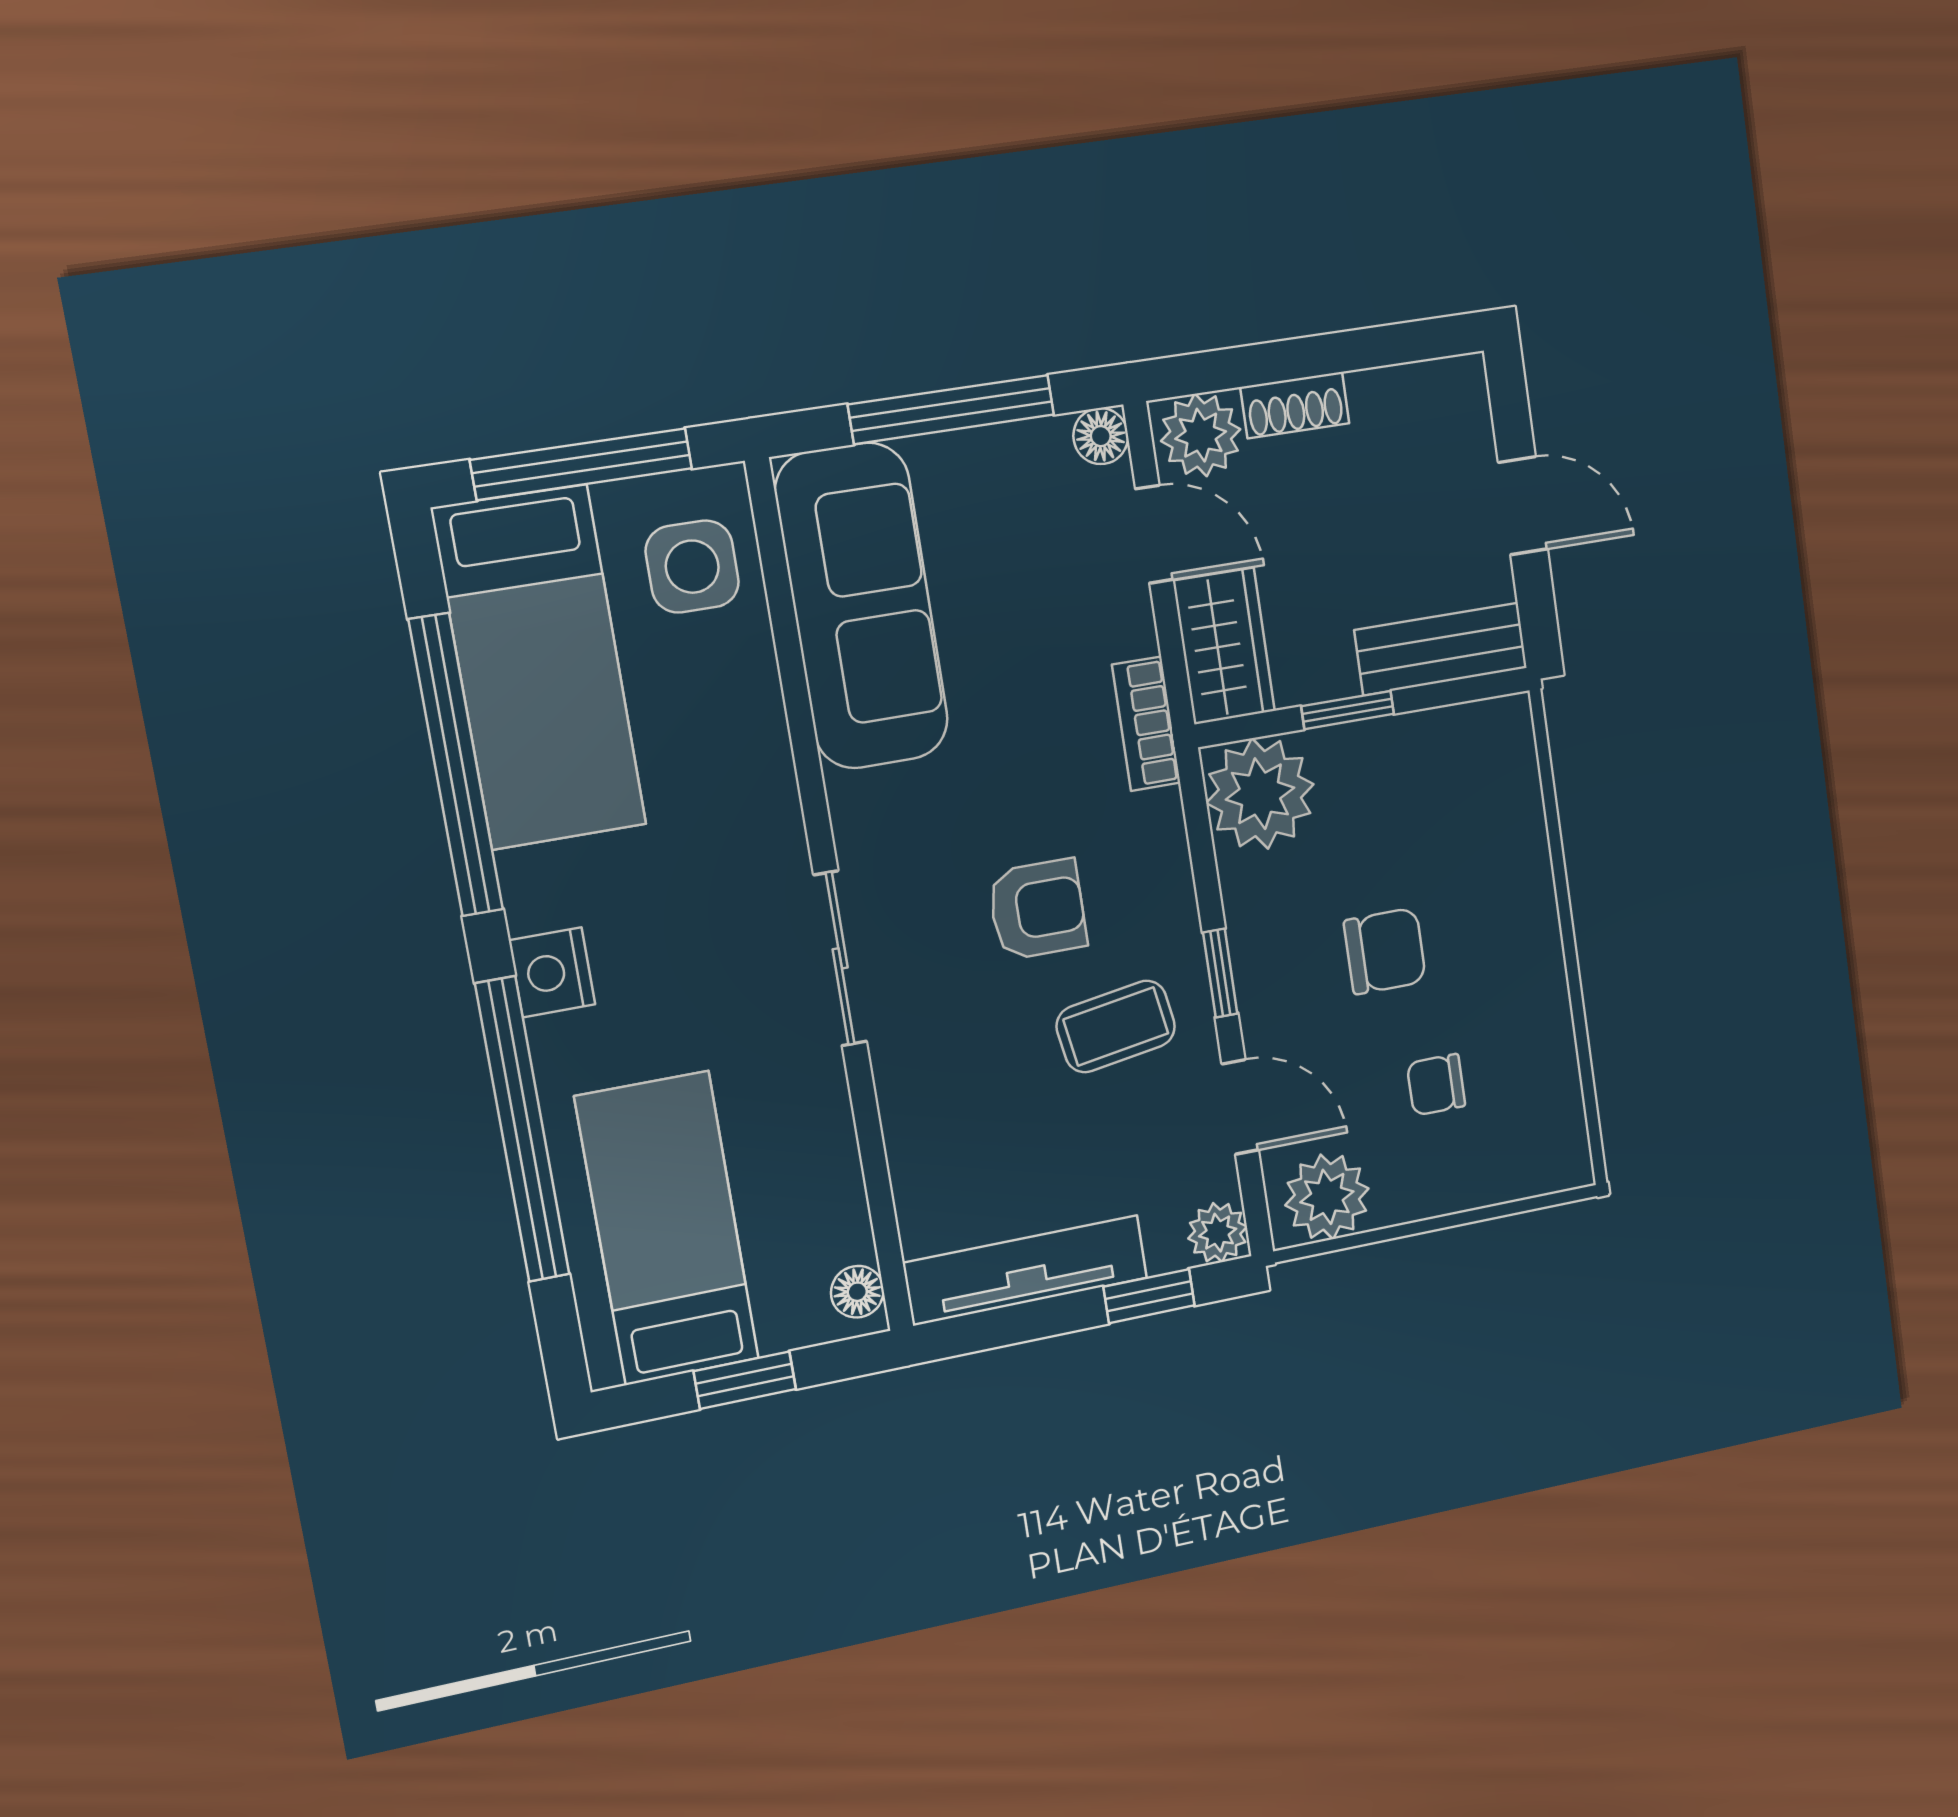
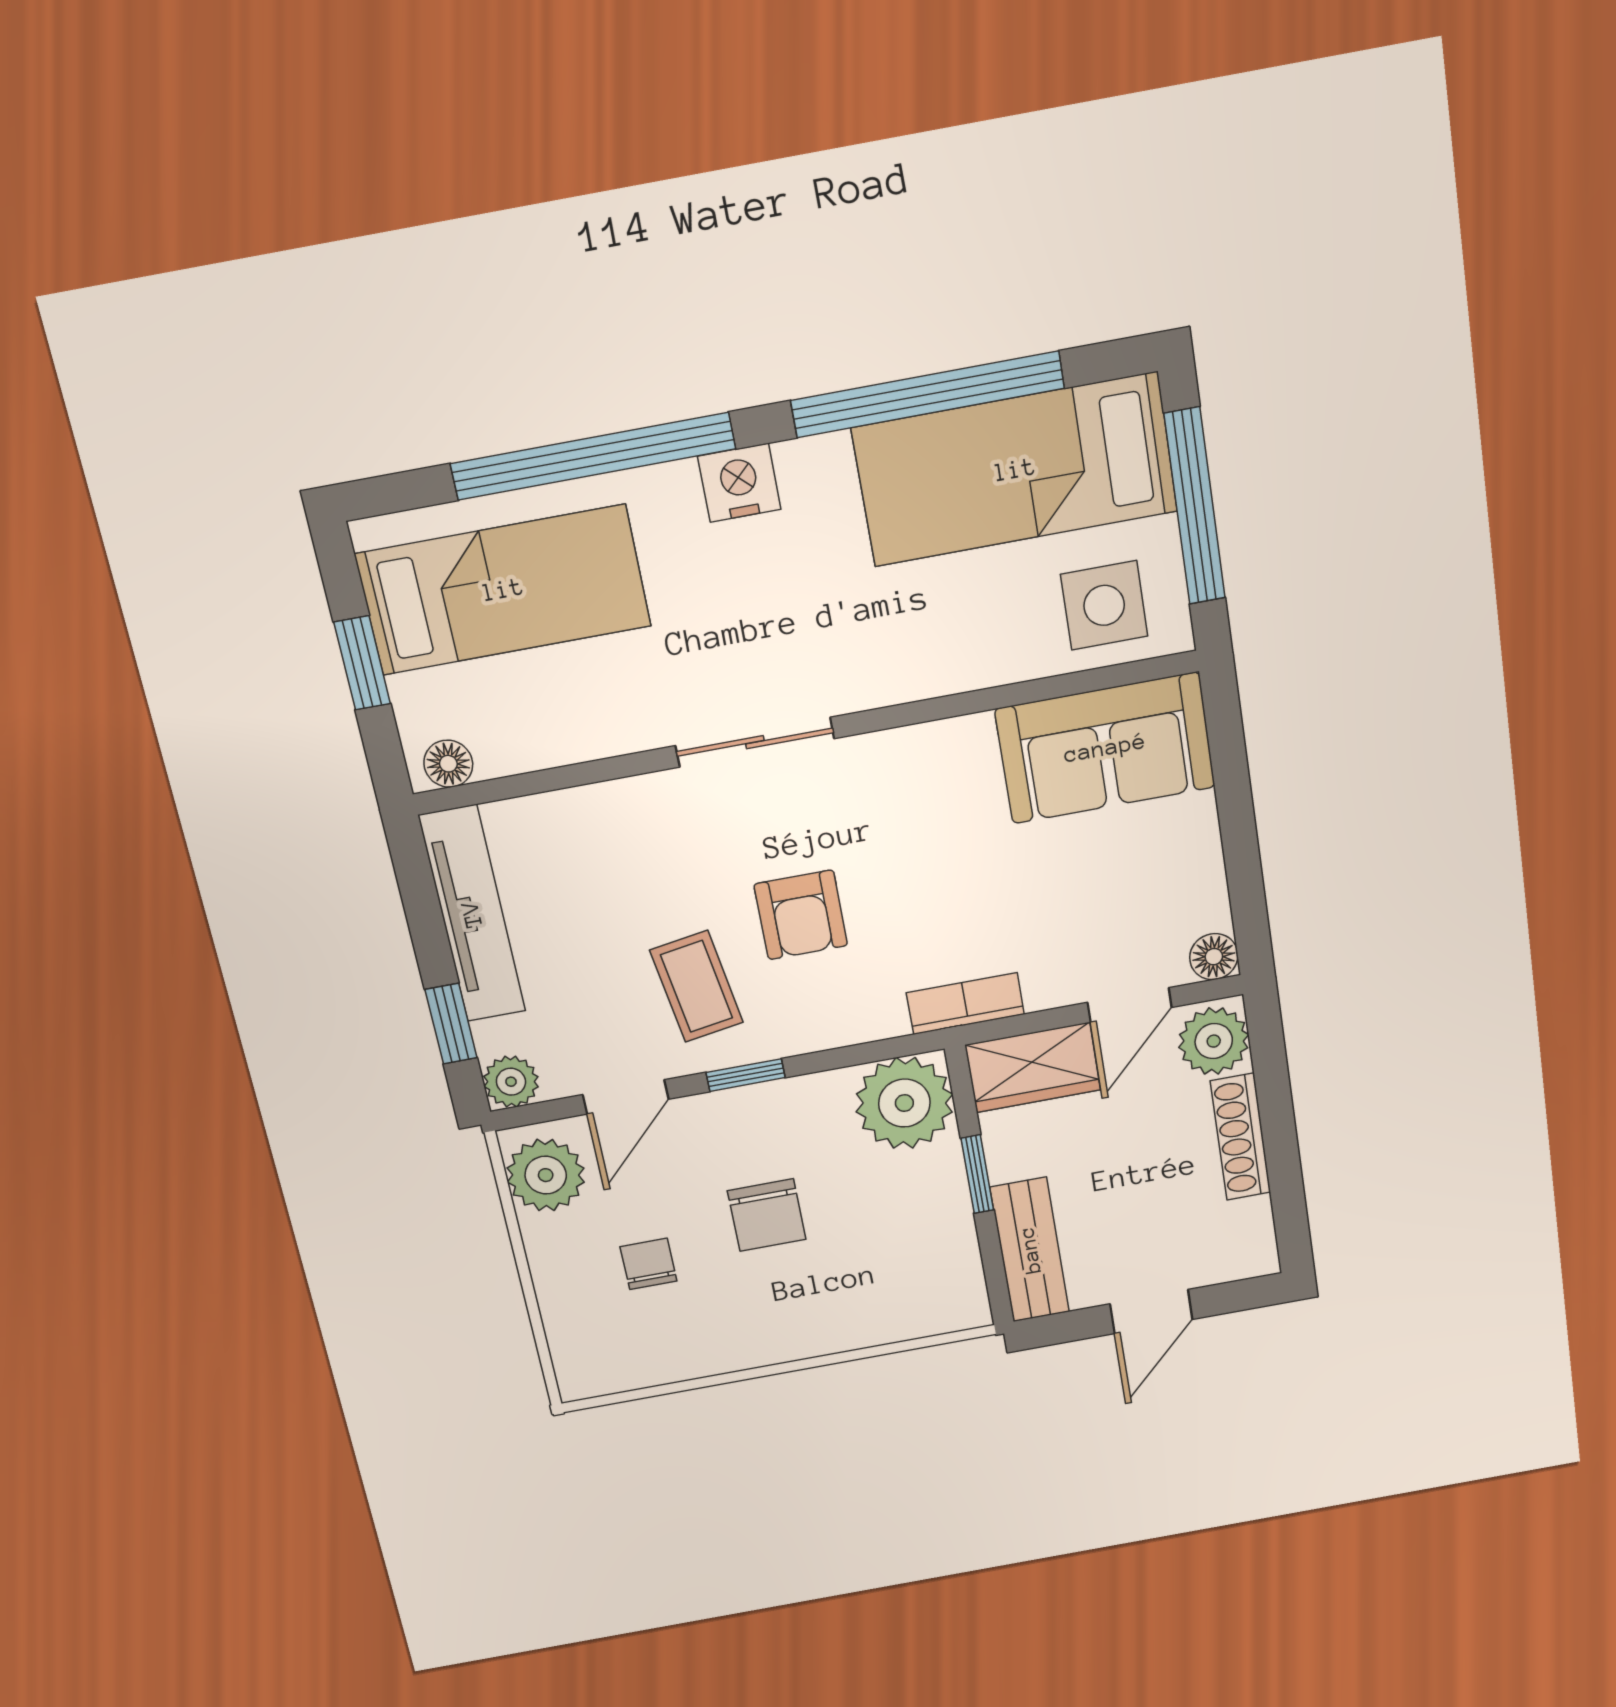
shoe rack: (1295, 405) -> (1241, 1137), width x1.43
window: (951, 410) -> (1238, 828), removed
sofa: (862, 606) -> (1105, 748), width x0.73

